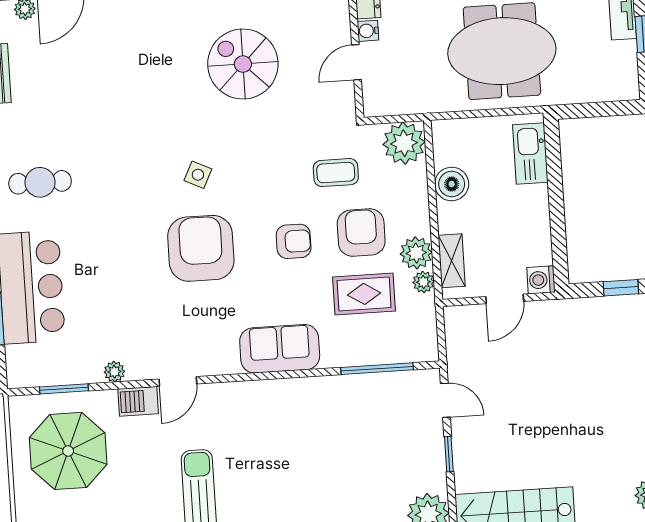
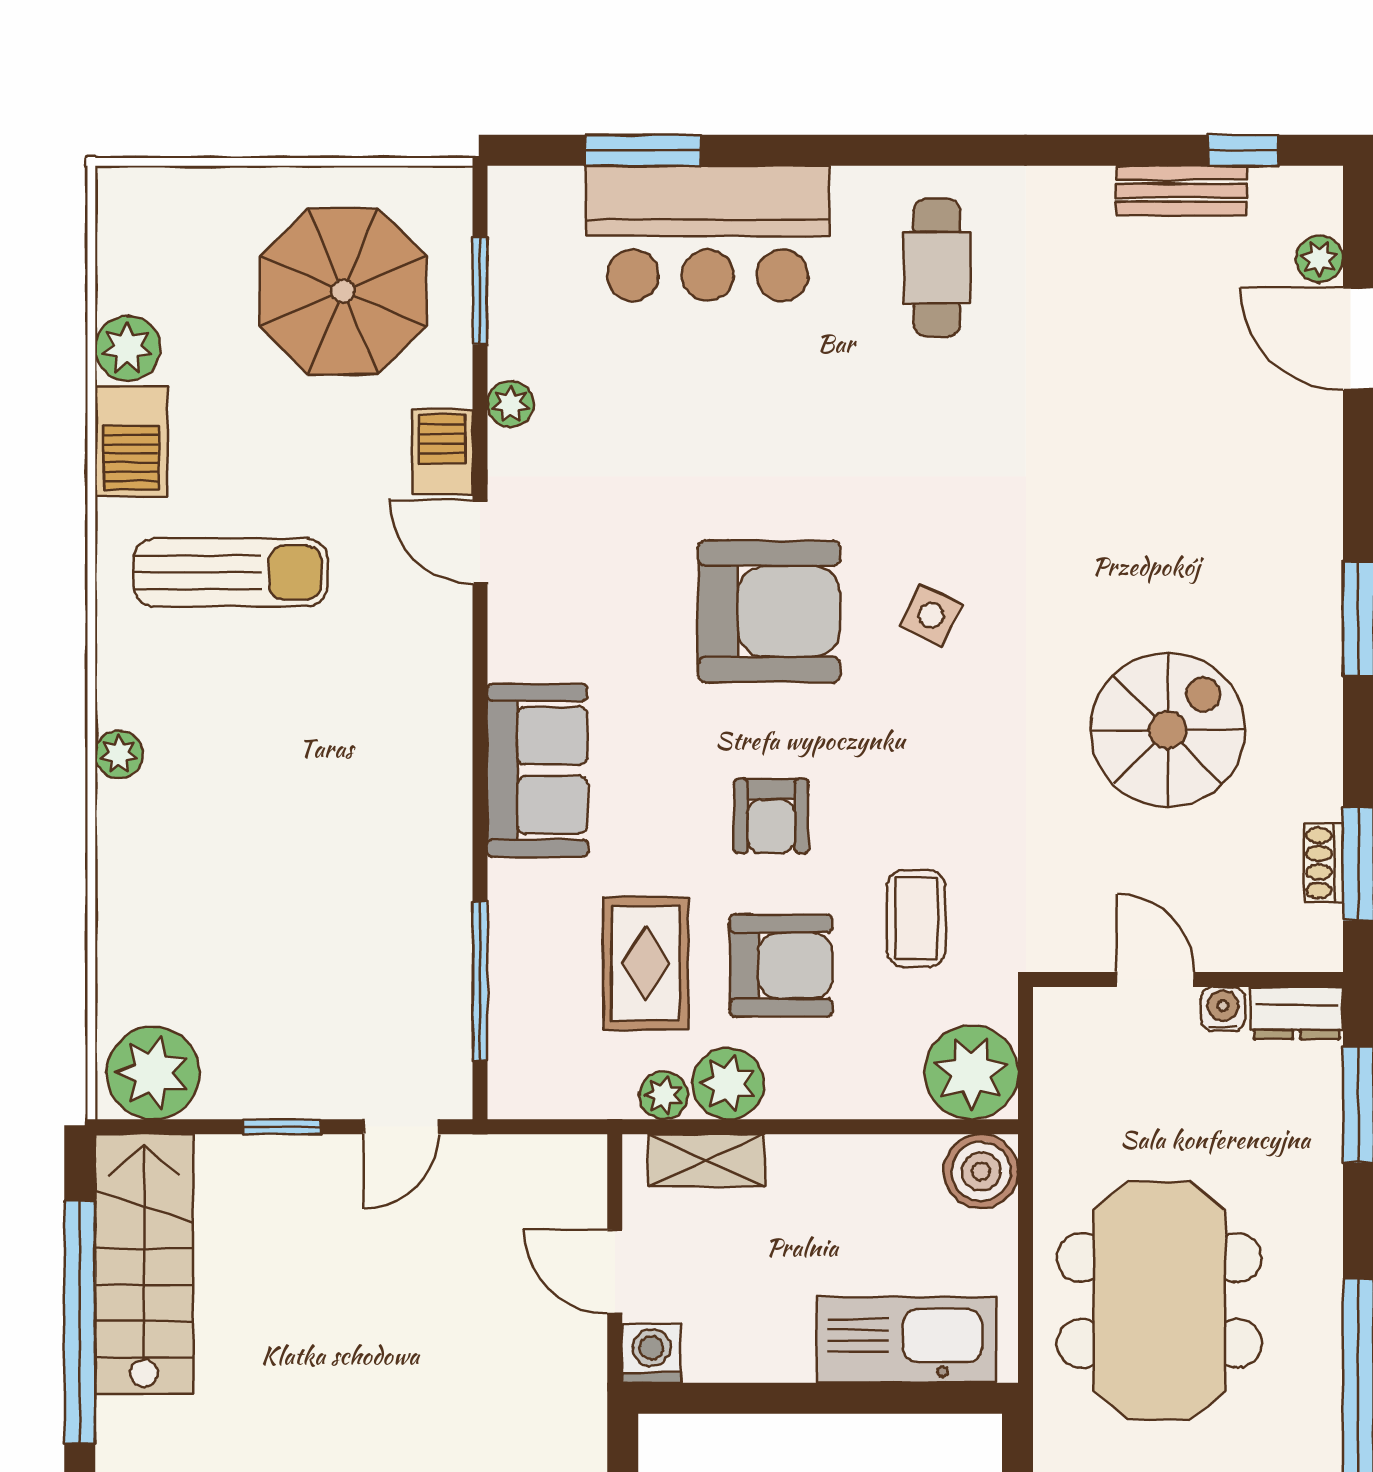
kitchen sink: (530, 153) -> (907, 1340), width x1.36, depth x1.24
boiler: (452, 184) -> (981, 1171), moved

